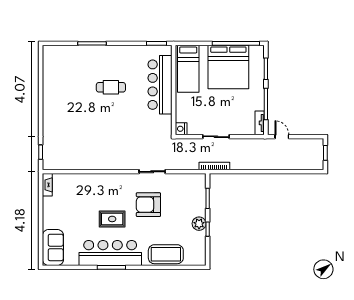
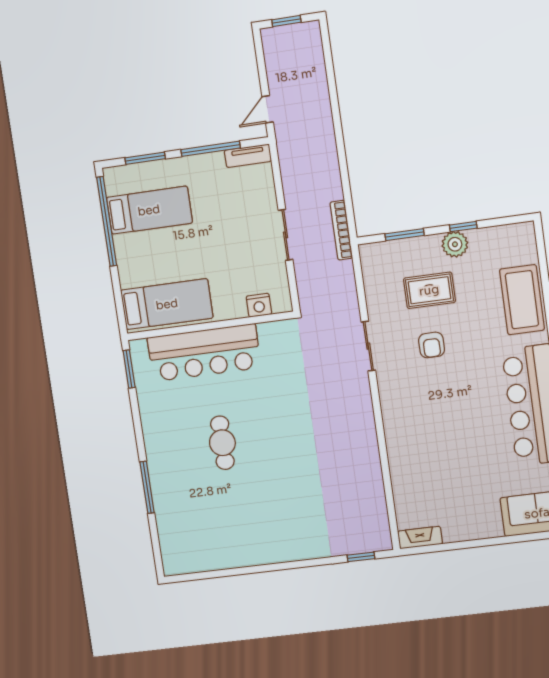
bed: (228, 67) -> (149, 210), width x0.49
nightstand: (181, 129) -> (259, 305), moved
armchair: (148, 205) -> (432, 345), width x0.53, depth x0.53
rug: (112, 219) -> (429, 290), moved, turned 90

